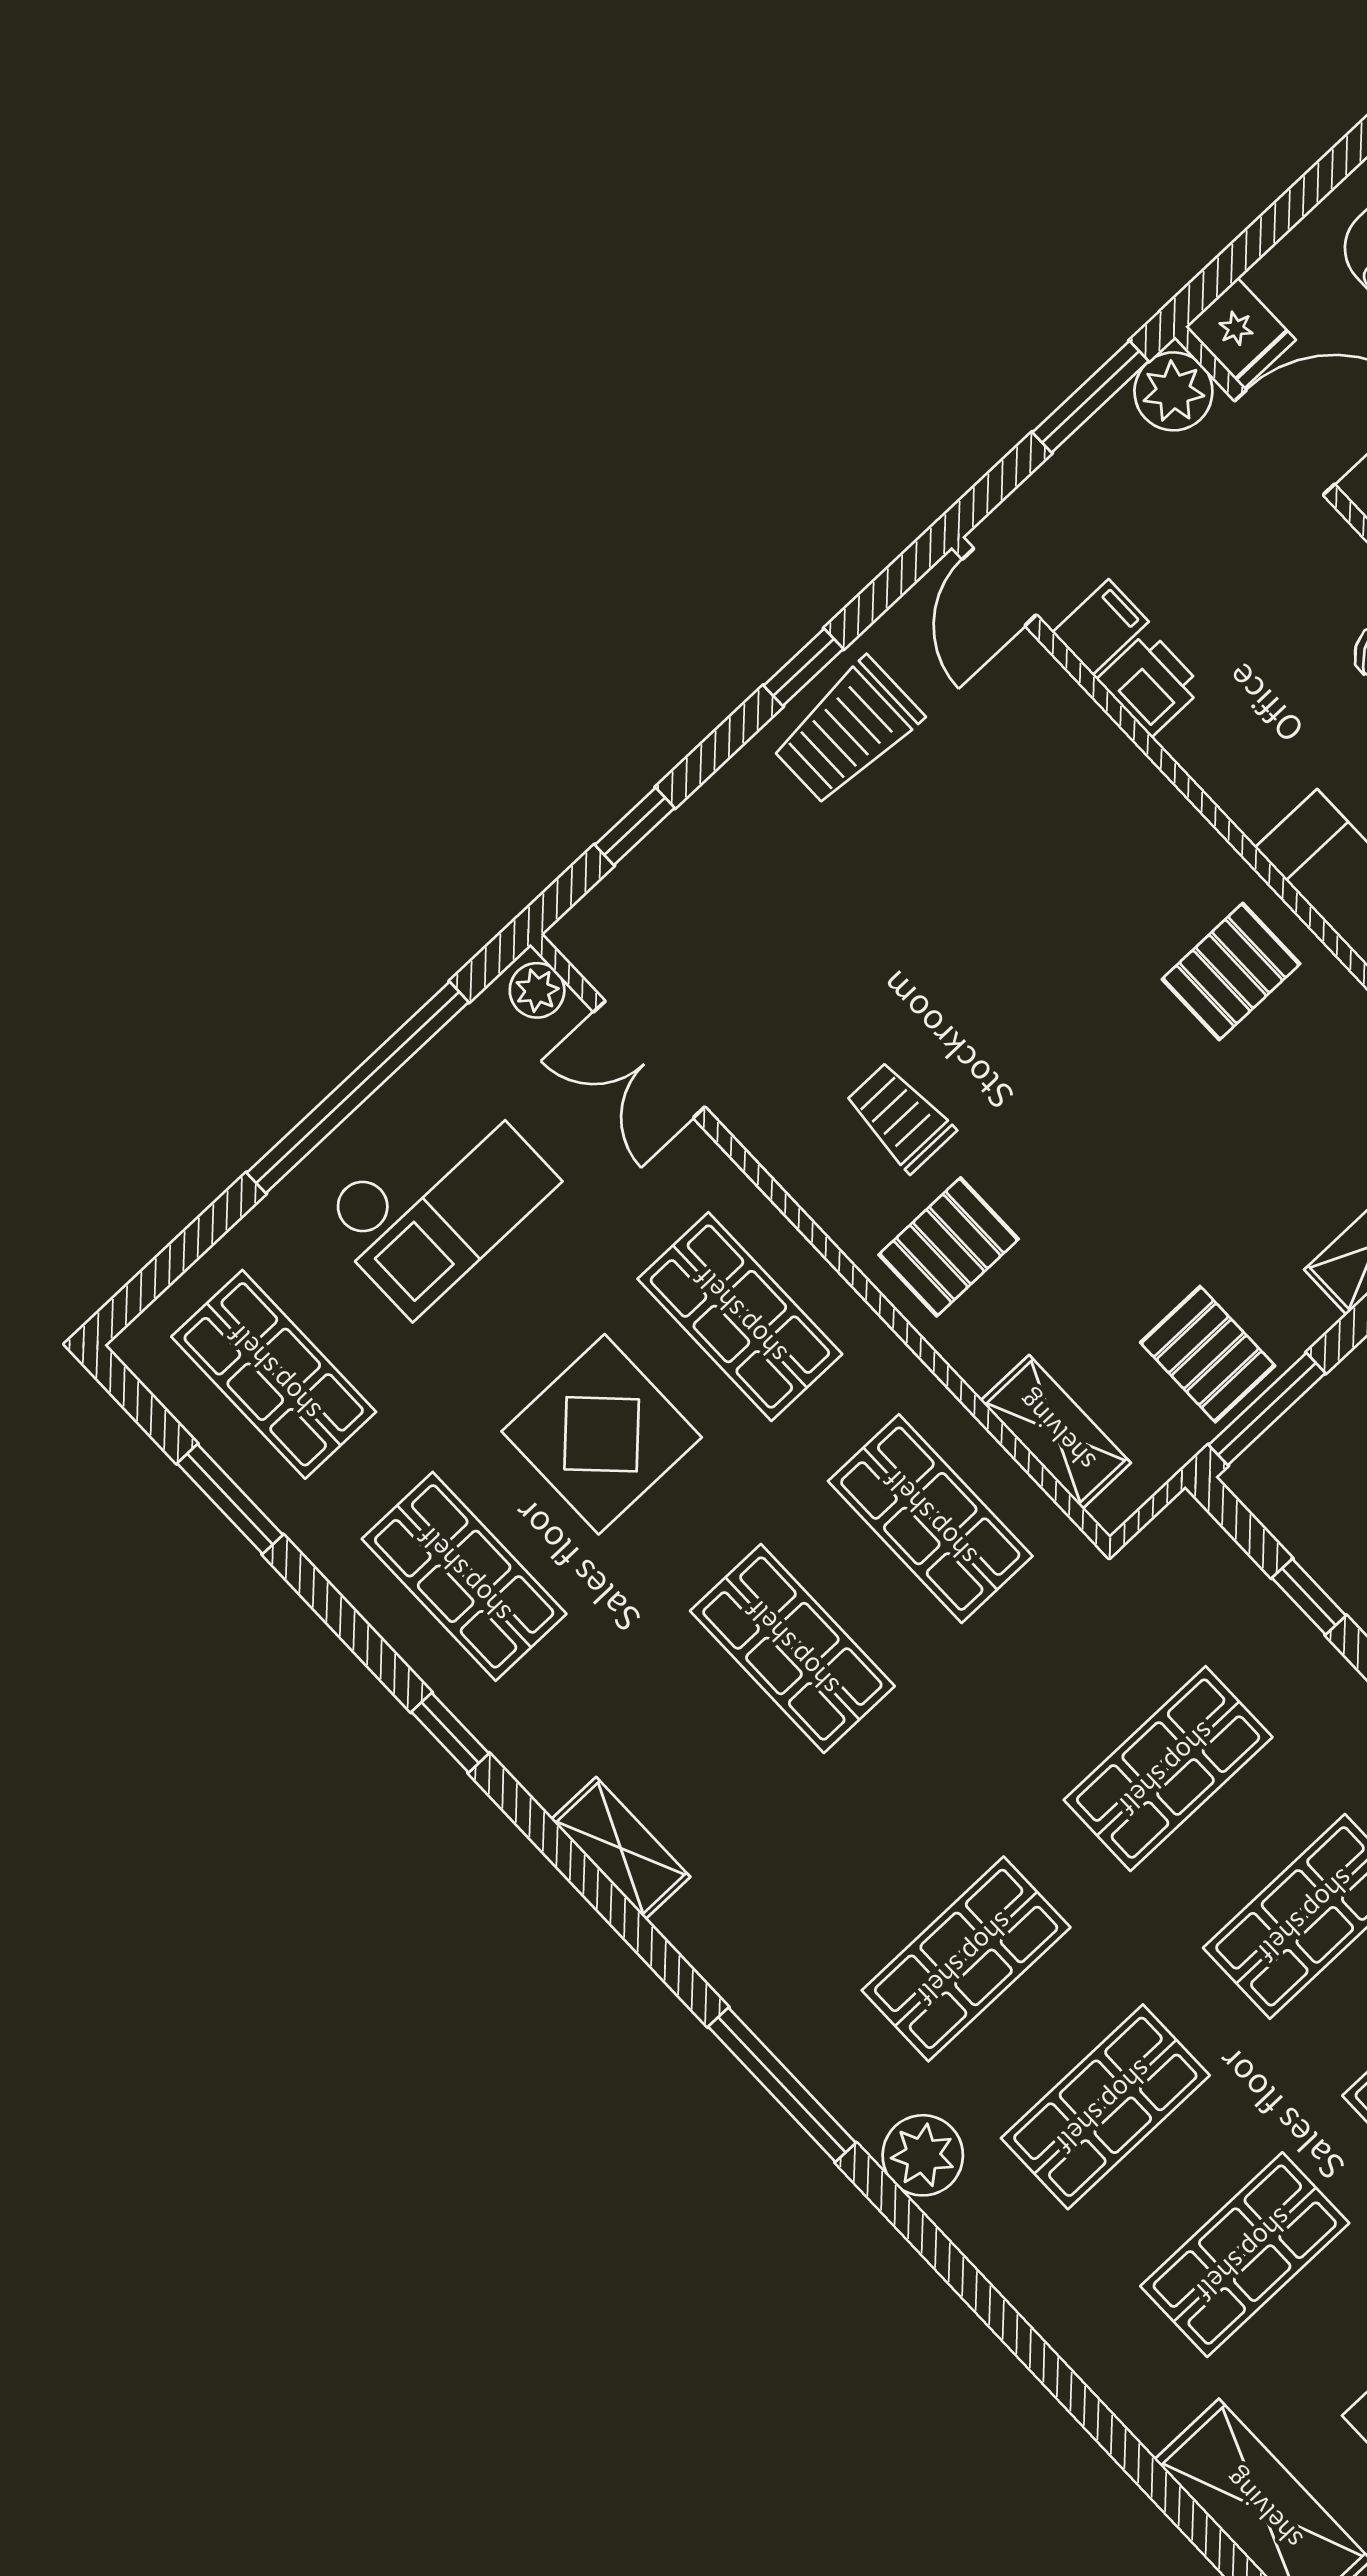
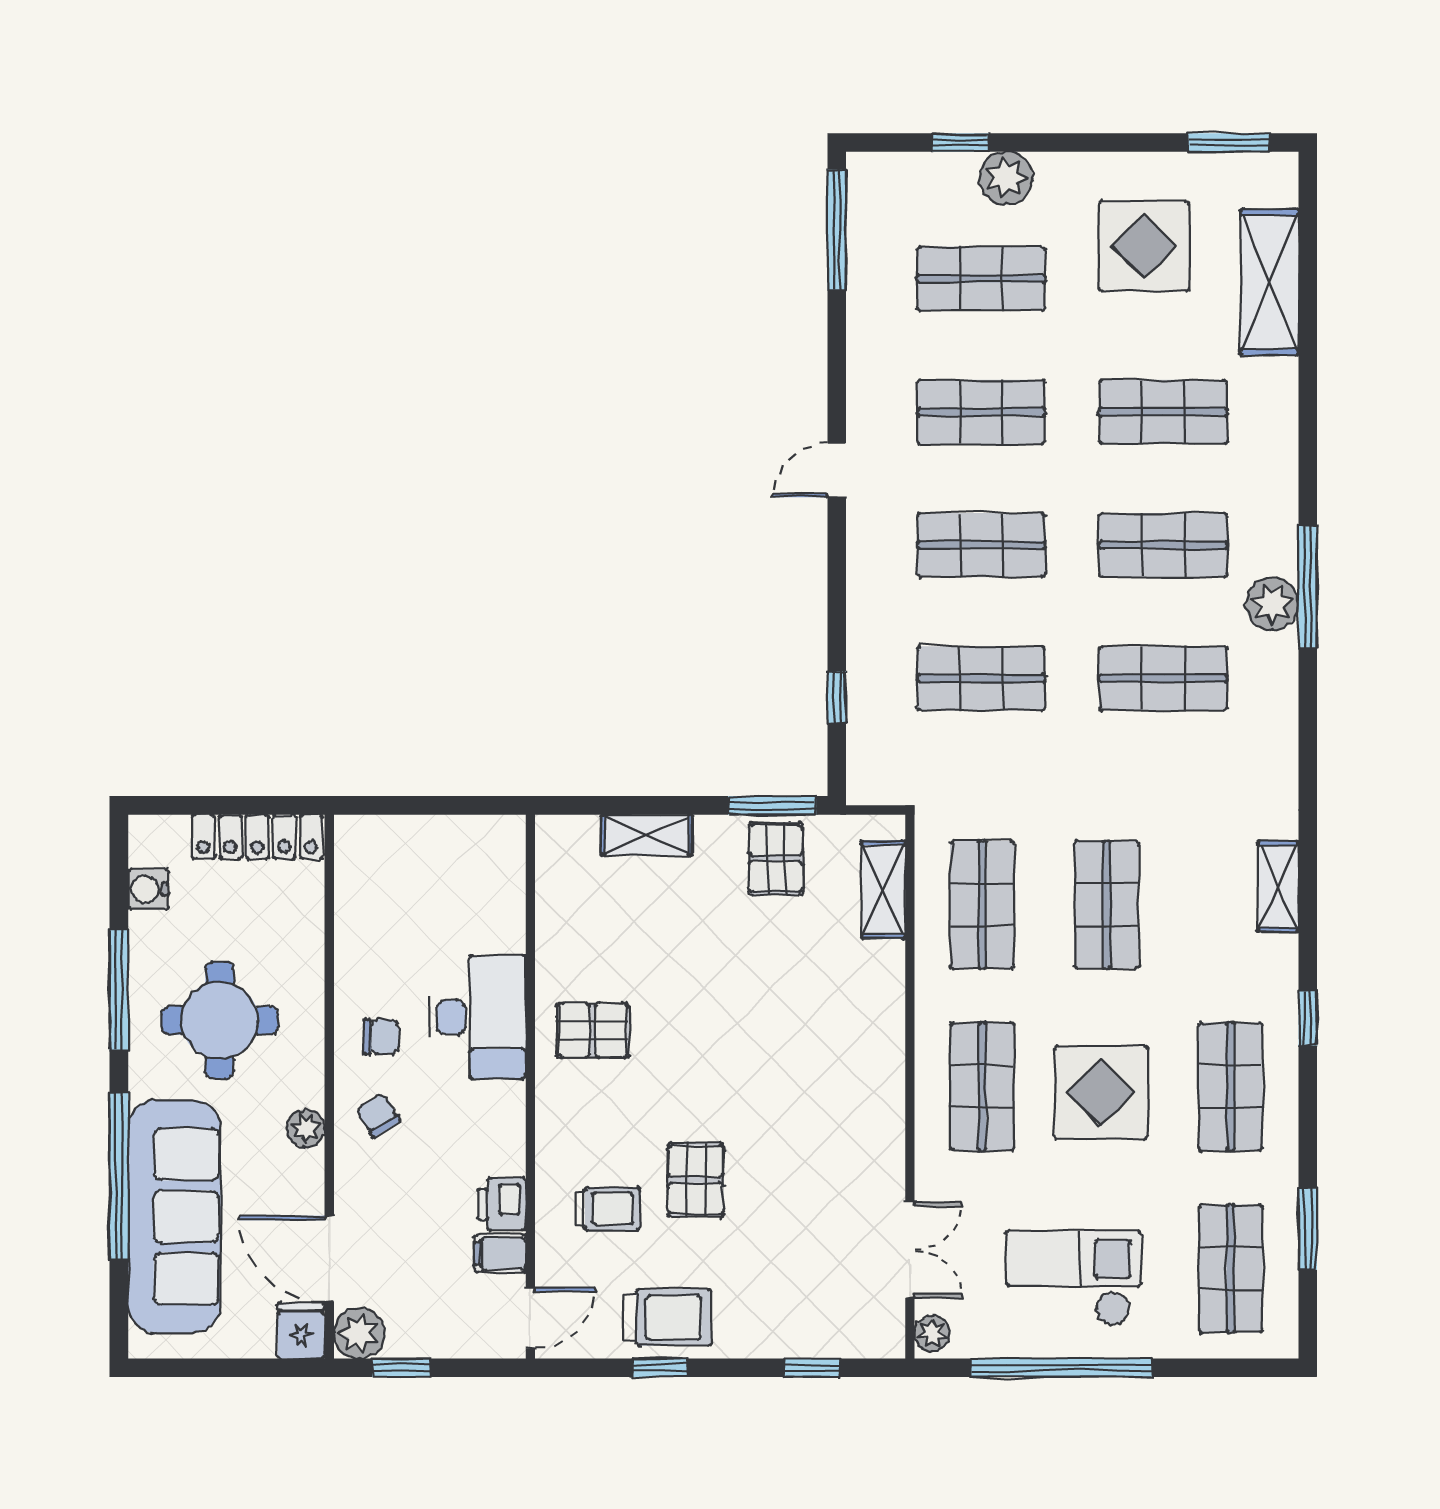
window: (1091, 397) -> (401, 1368), width x0.67
trolley: (900, 1117) -> (608, 1209), moved, turned -90
pallet: (949, 1247) -> (696, 1180), moved, turned 90
window: (782, 2085) -> (1308, 586), moved

